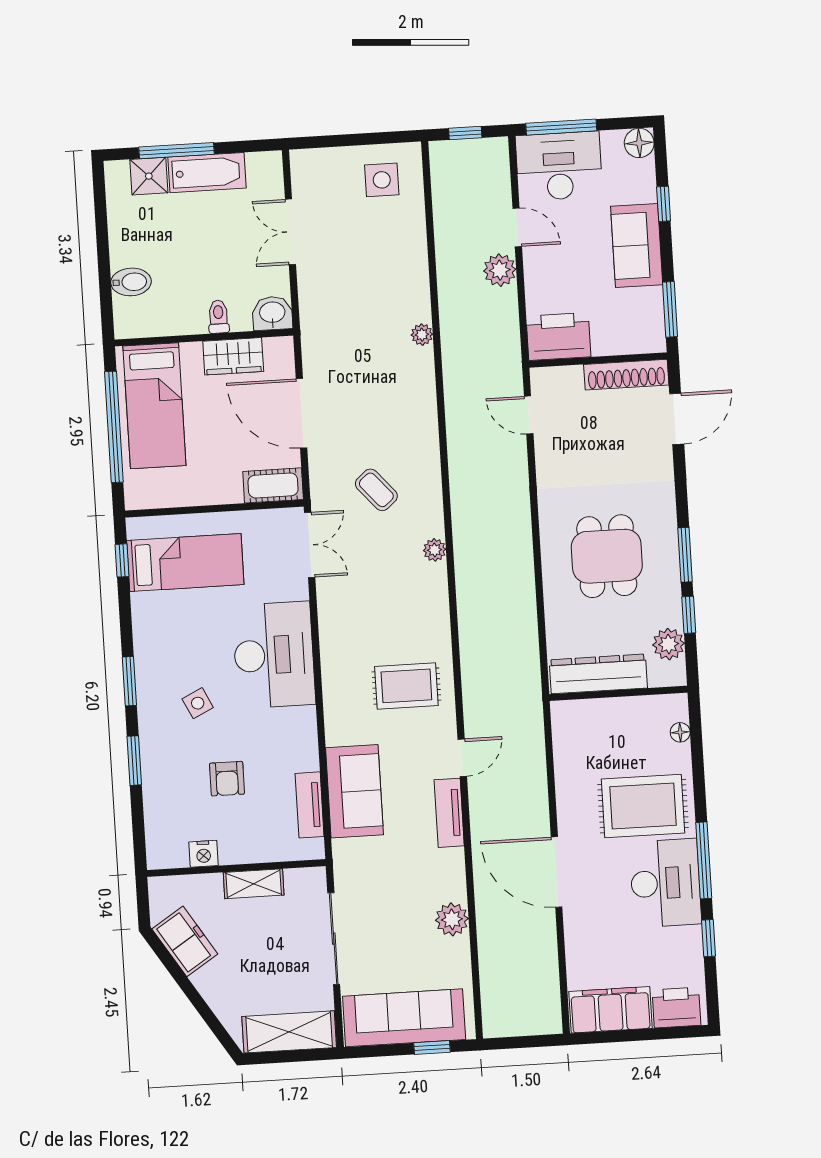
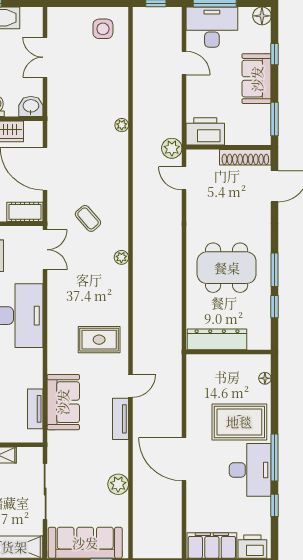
plant: (500, 270) -> (172, 148), moved
dining table: (607, 556) -> (227, 268), width x1.38
plant: (669, 644) -> (261, 324), removed

